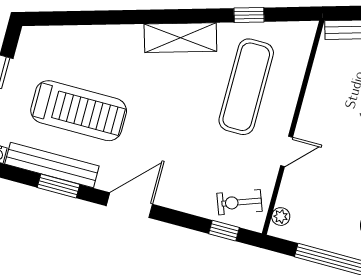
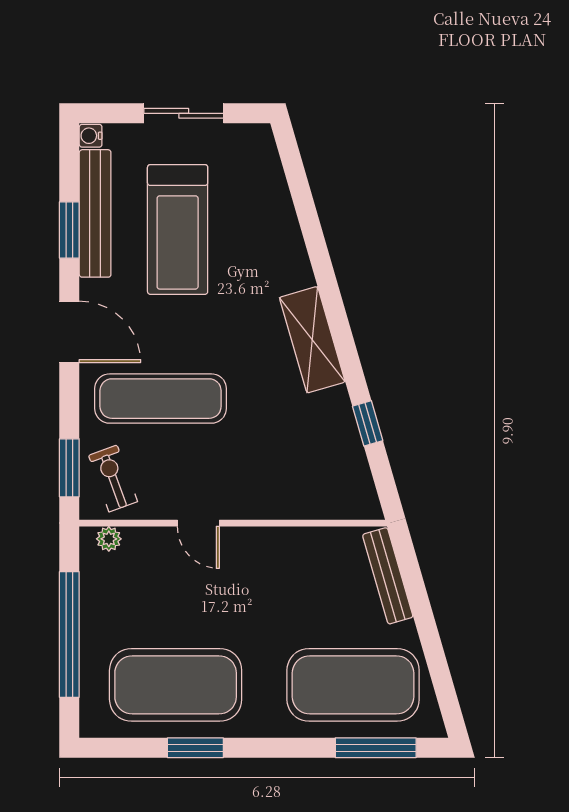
exercise mat: (246, 87) -> (161, 399), moved
window: (224, 231) -> (69, 468), width x1.50

